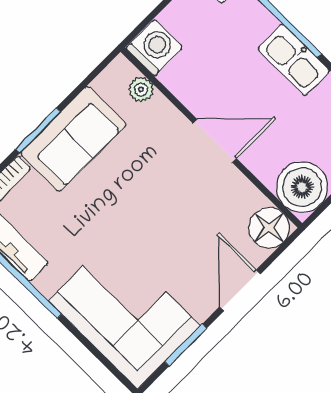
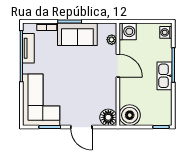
door: (215, 141) -> (118, 66), moved
door: (240, 291) -> (81, 127), swing flipped

